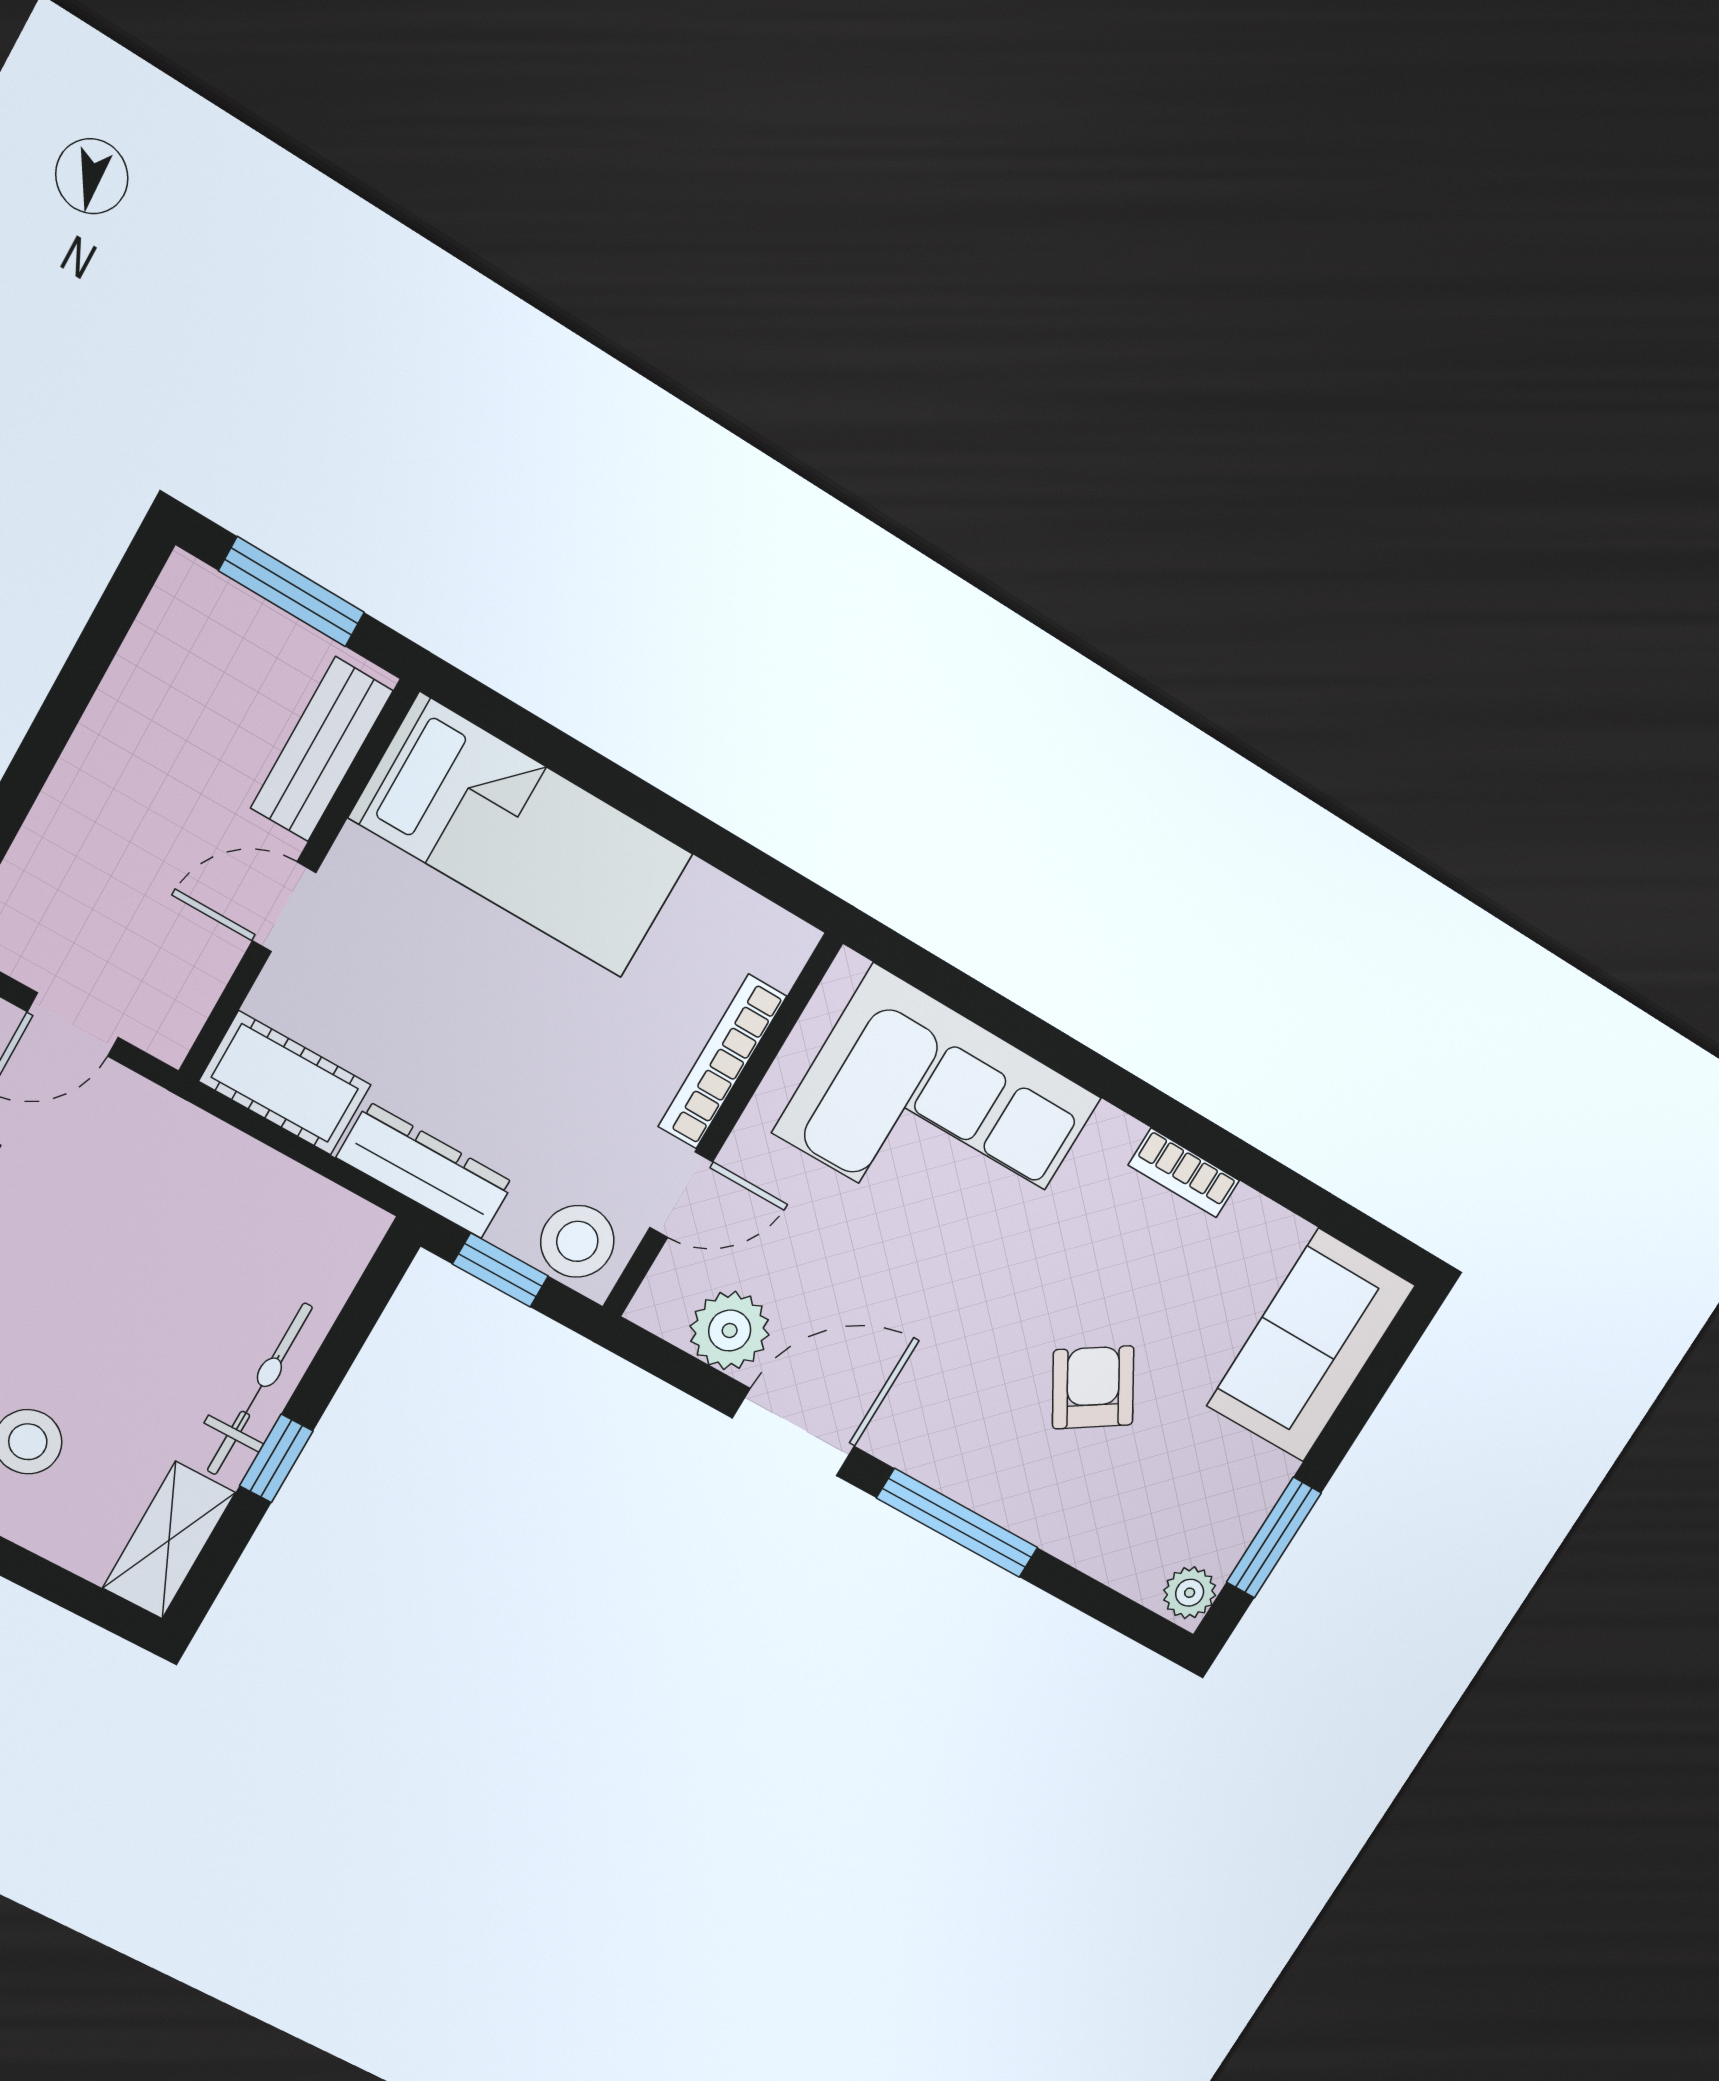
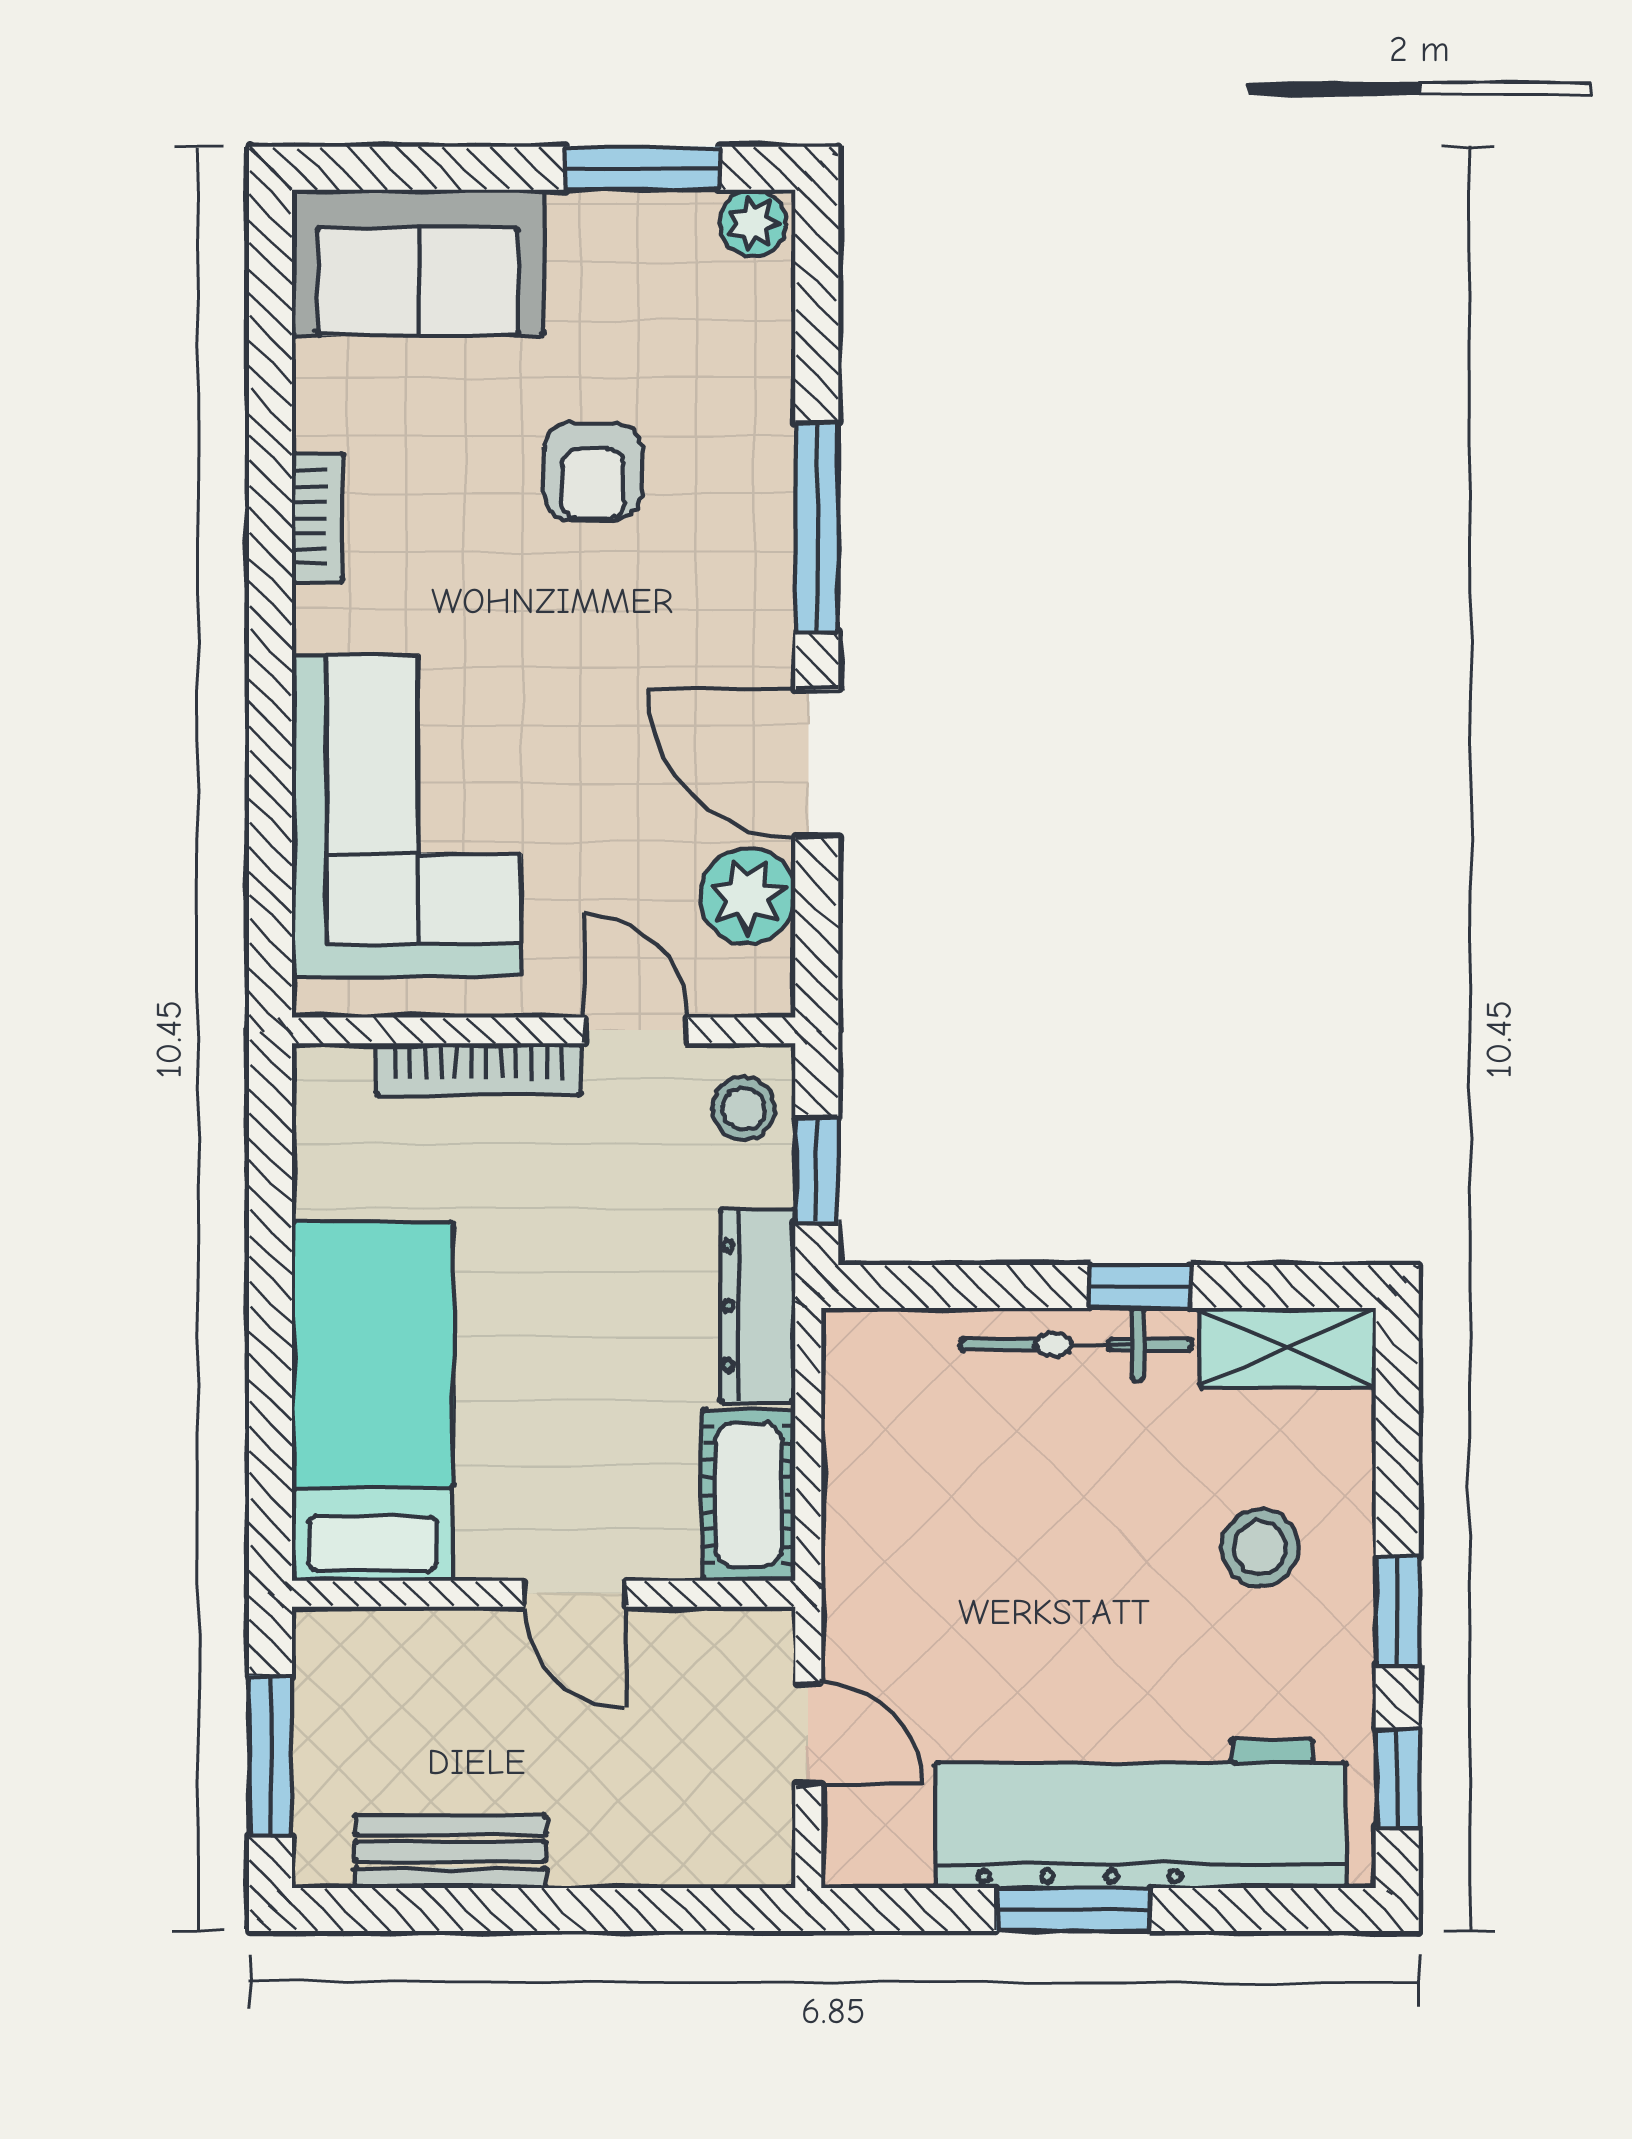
bench: (322, 749) -> (450, 1852), moved
stool: (577, 1241) -> (743, 1109), width x0.73, depth x0.73
armchair: (1093, 1387) -> (593, 471), turned -58

